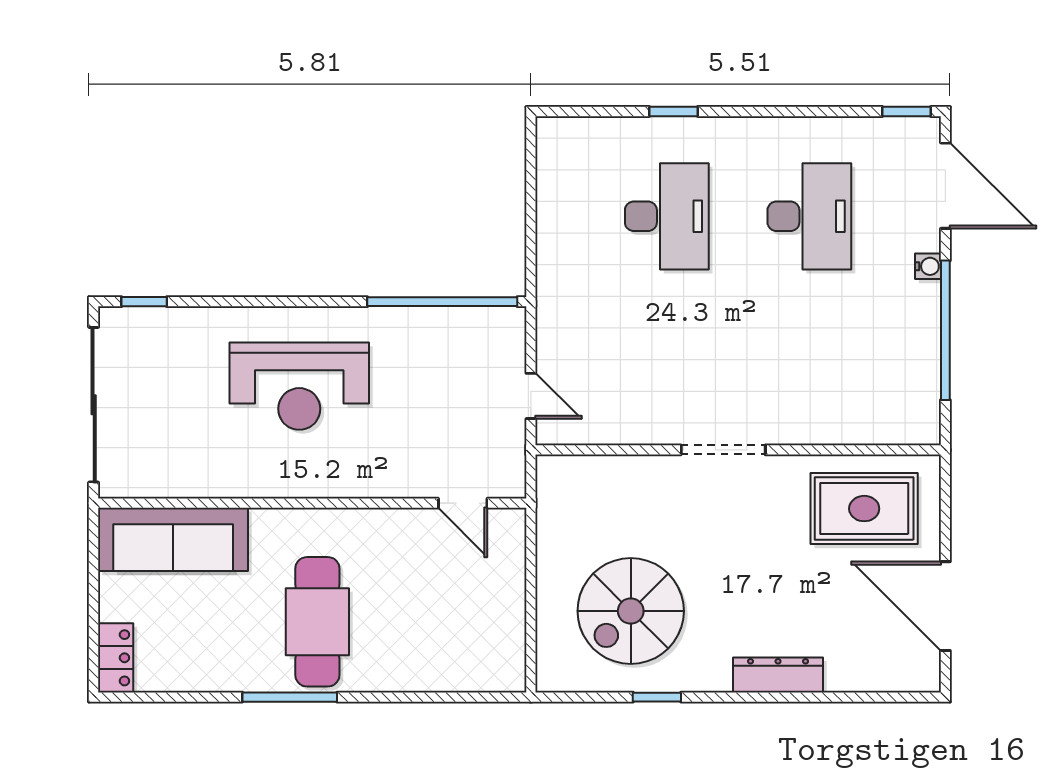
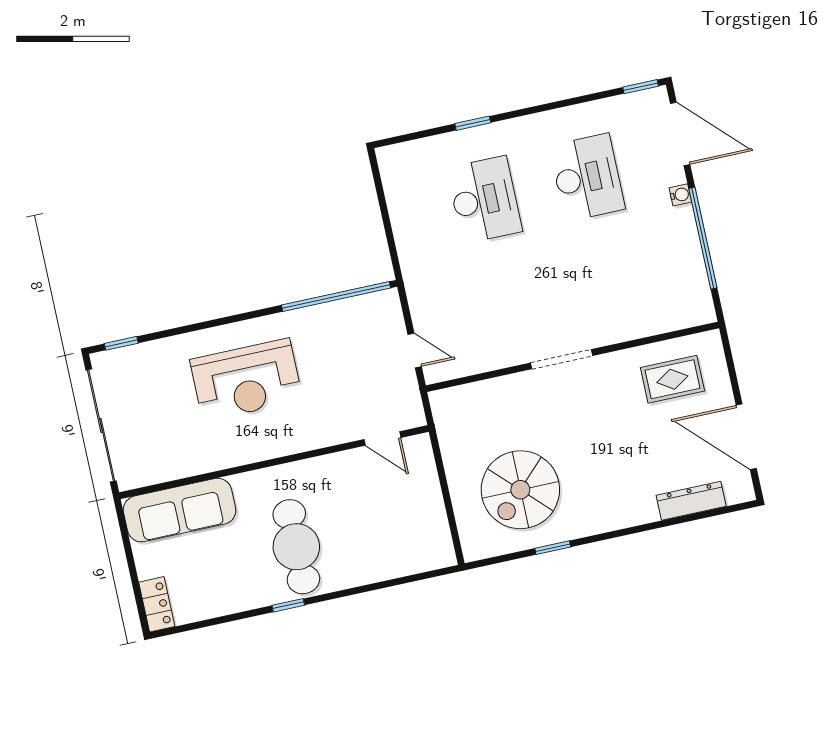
rug: (864, 509) -> (672, 379), width x0.73, depth x0.70
dresser: (778, 675) -> (691, 501), moved
window: (290, 697) -> (288, 605), width x0.46

